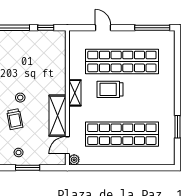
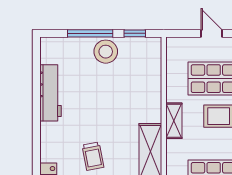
stool: (20, 98) -> (106, 52), moved, width x1.89, depth x1.89

